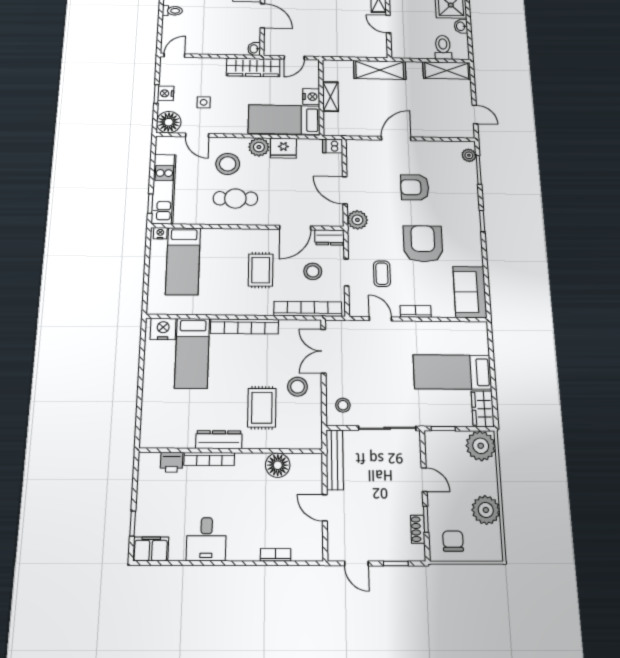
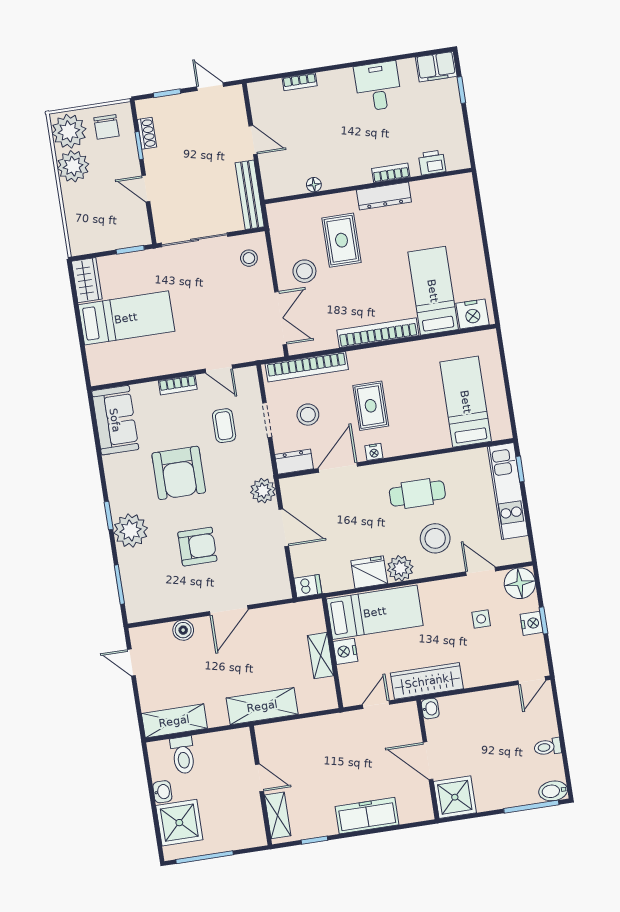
boiler: (433, 130) -> (183, 630), added
plant: (469, 155) -> (131, 531), moved, width x1.88, depth x1.88
nightstand: (160, 233) -> (374, 452), moved
plant: (481, 446) -> (69, 131), moved
bookcase: (209, 459) -> (391, 173), width x0.64
floor lamp: (278, 465) -> (314, 185), width x0.53, depth x0.53

